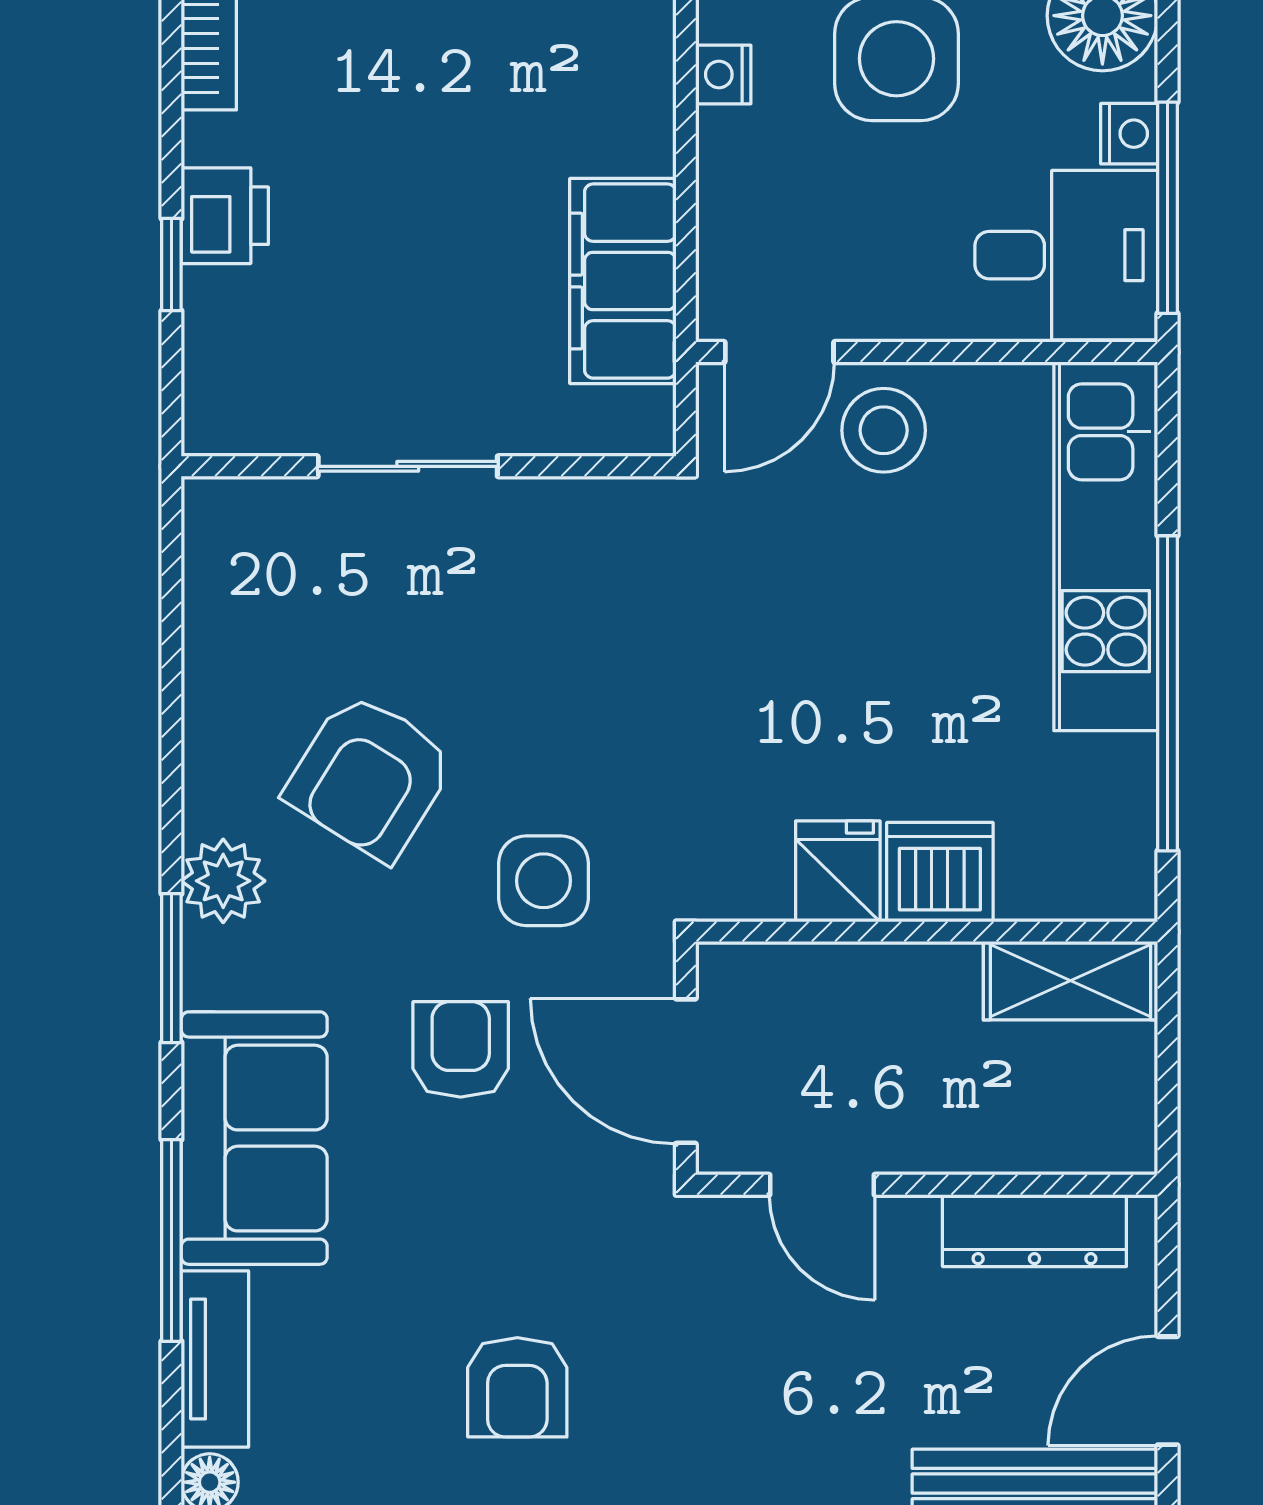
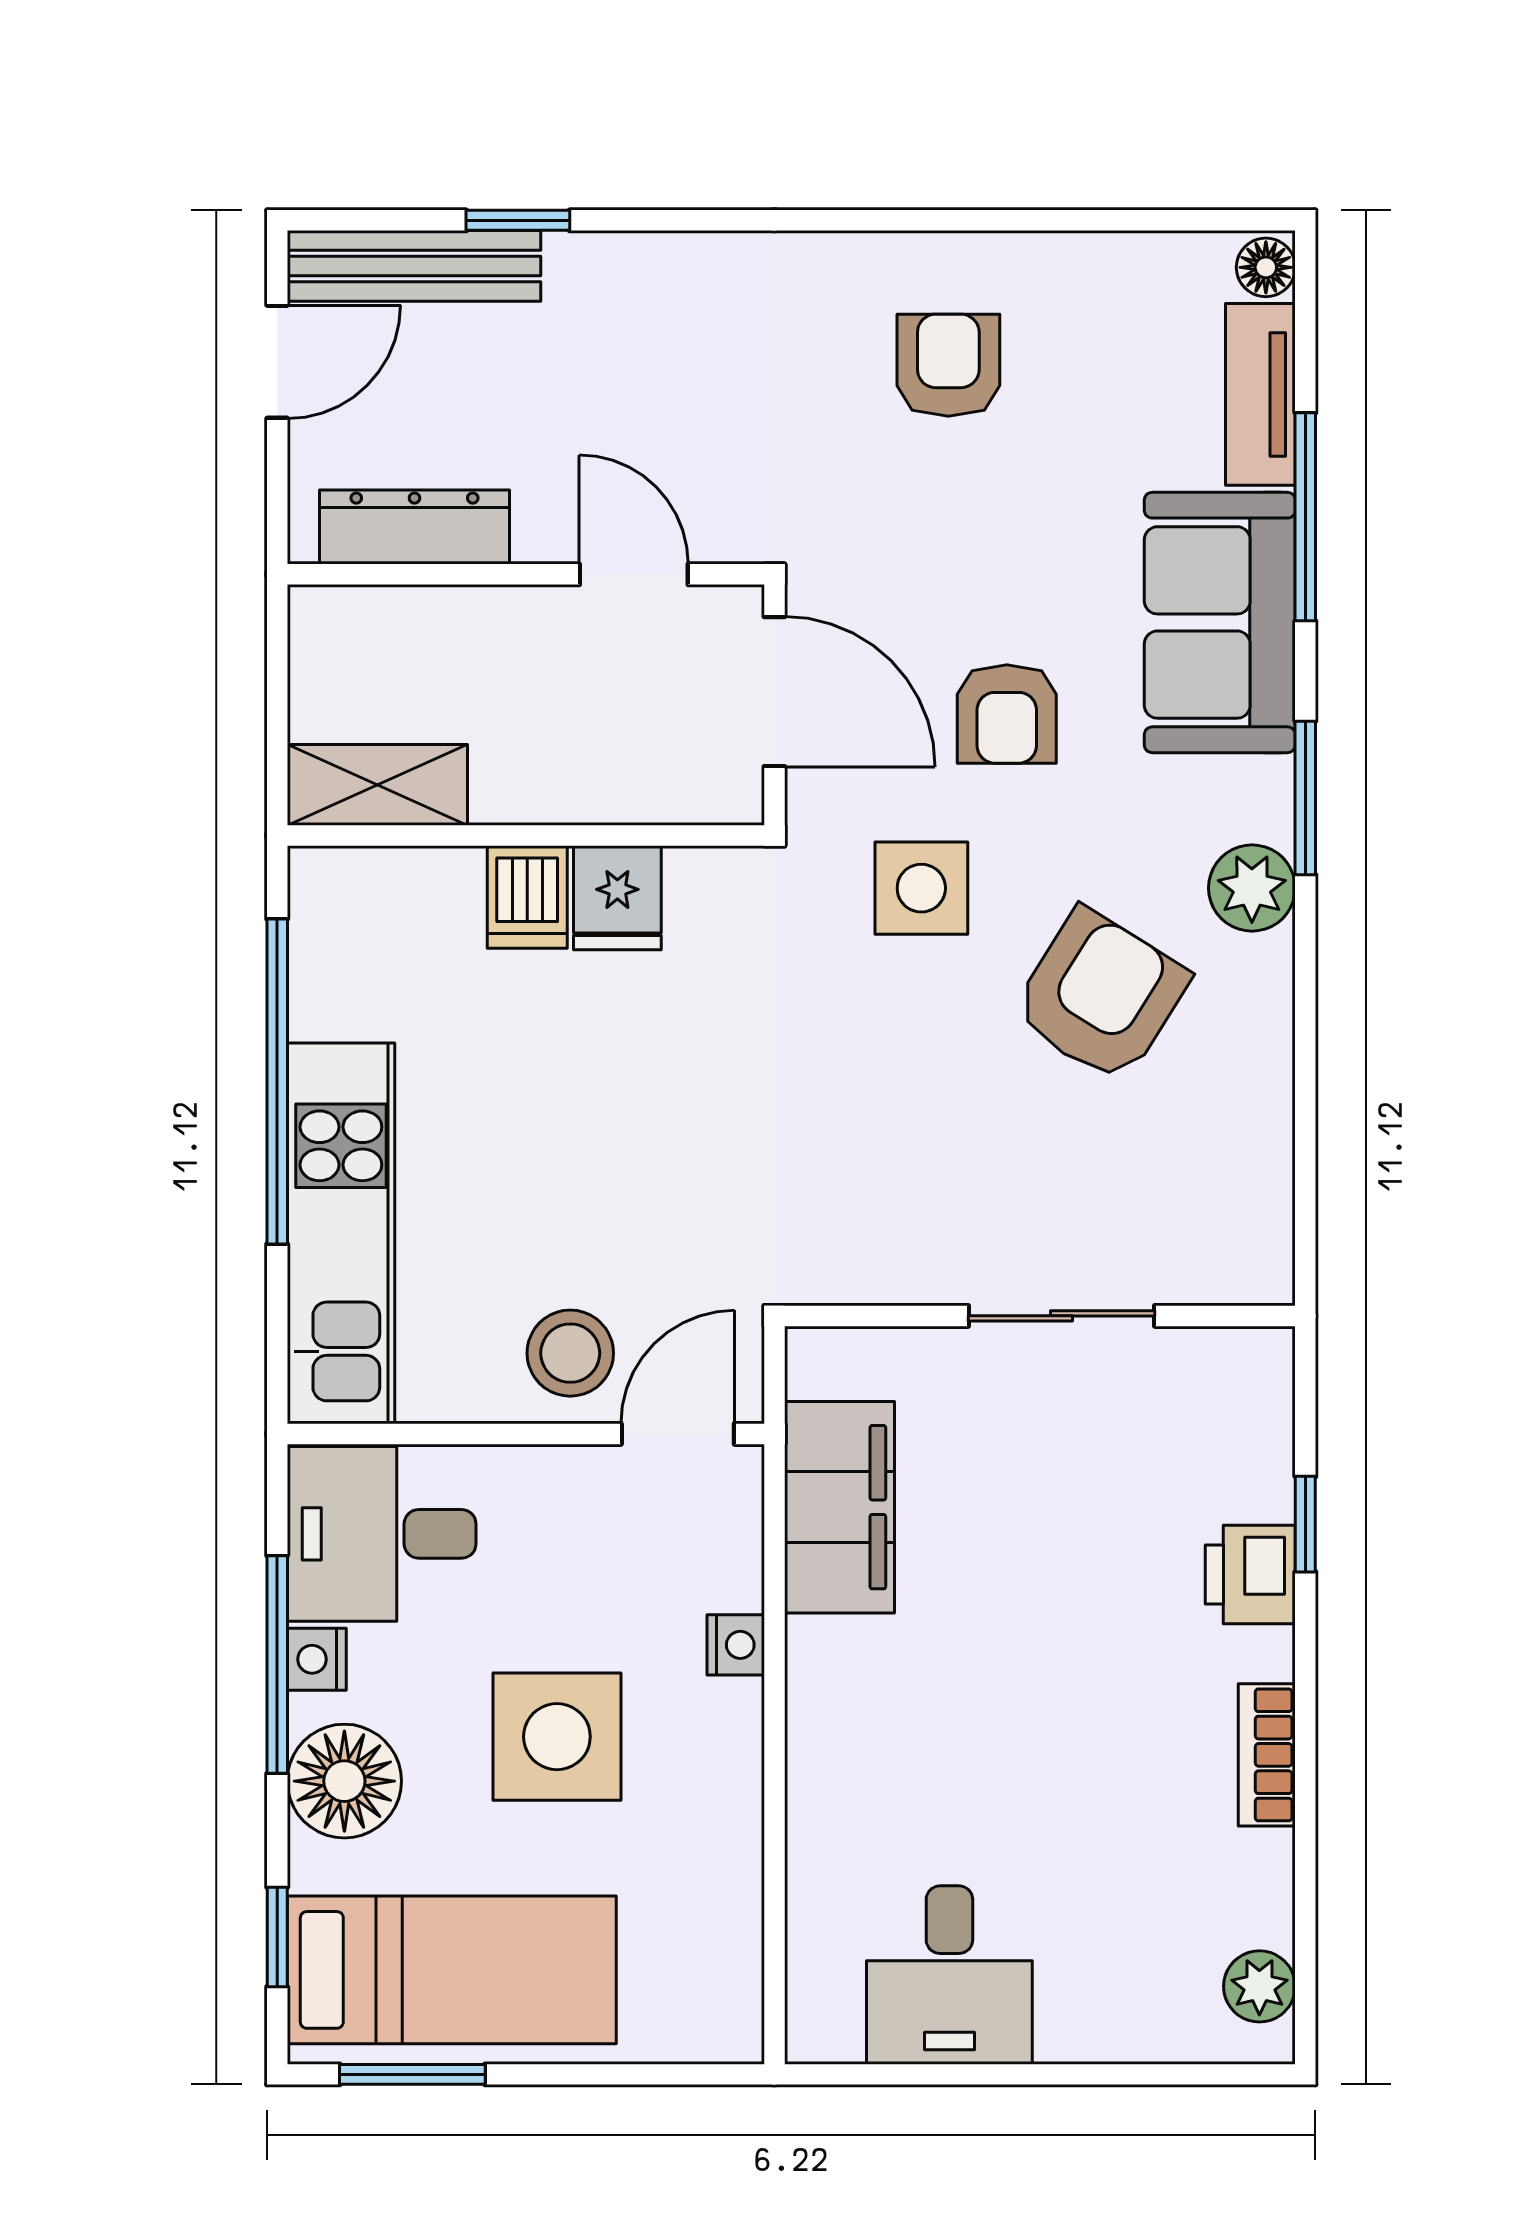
nightstand: (723, 74) -> (736, 1645), moved
window: (1168, 208) -> (277, 1664), moved
dishwasher: (940, 872) -> (527, 897), width x0.73

